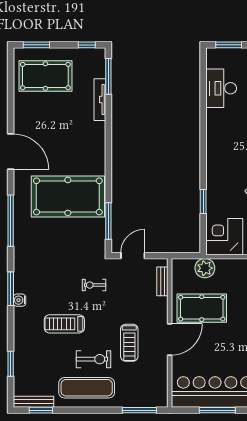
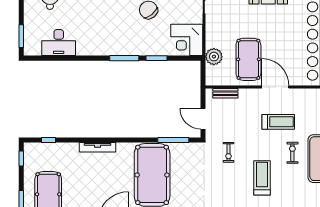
window: (108, 76) -> (48, 140), width x0.46
tv unit: (100, 100) -> (97, 147), moved
window: (203, 164) -> (124, 58), added
treadmill: (64, 324) -> (262, 178), turned 180
exercise bike: (94, 359) -> (292, 153), width x0.73, depth x0.72

